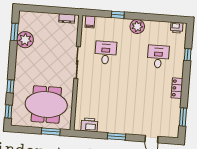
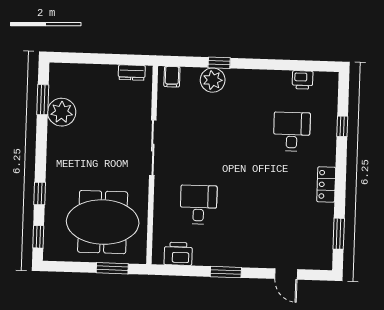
plant: (137, 27) -> (213, 80), moved
printer: (177, 28) -> (303, 80), moved
desk: (106, 53) -> (199, 205), moved

